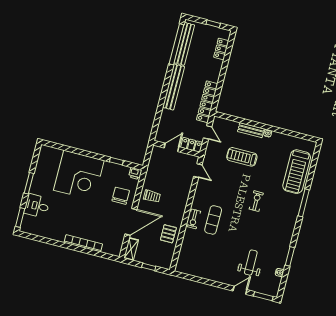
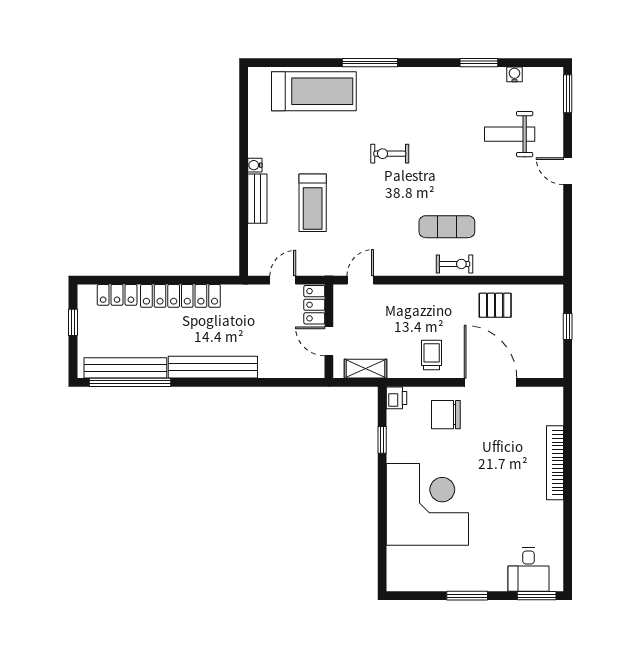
locker: (207, 102) -> (180, 296), moved
desk: (37, 206) -> (528, 569), moved
shelving: (131, 249) -> (366, 369), moved
door: (240, 290) -> (568, 171), moved

